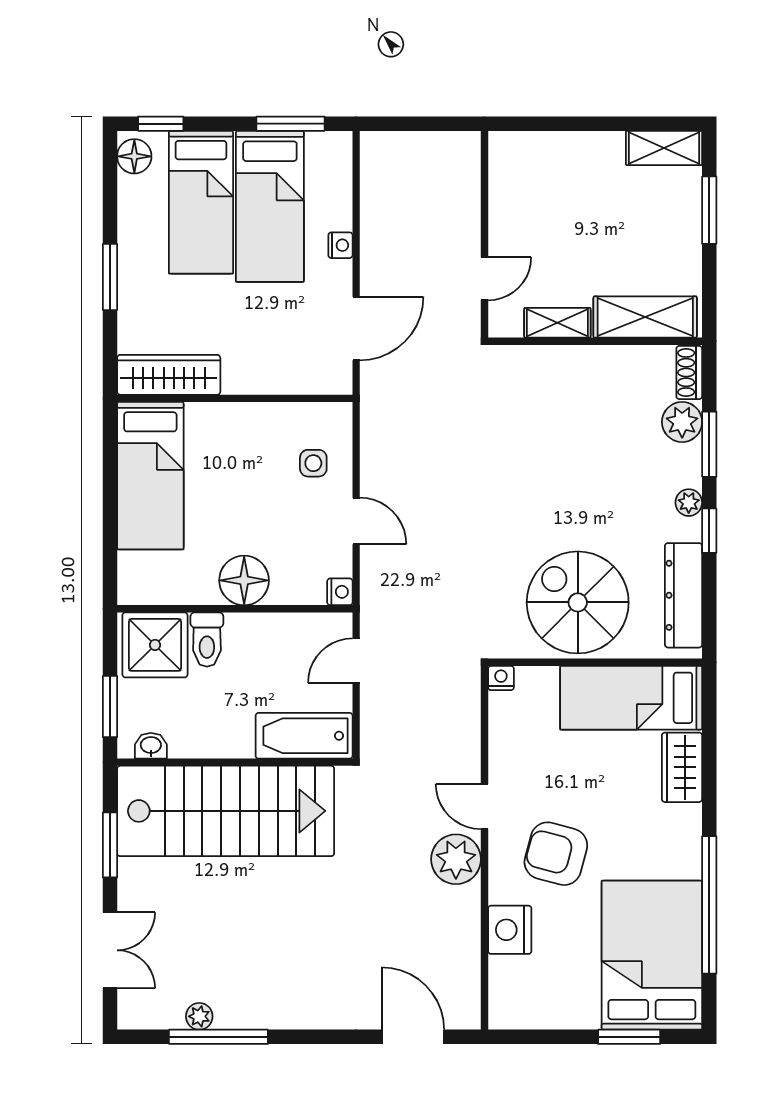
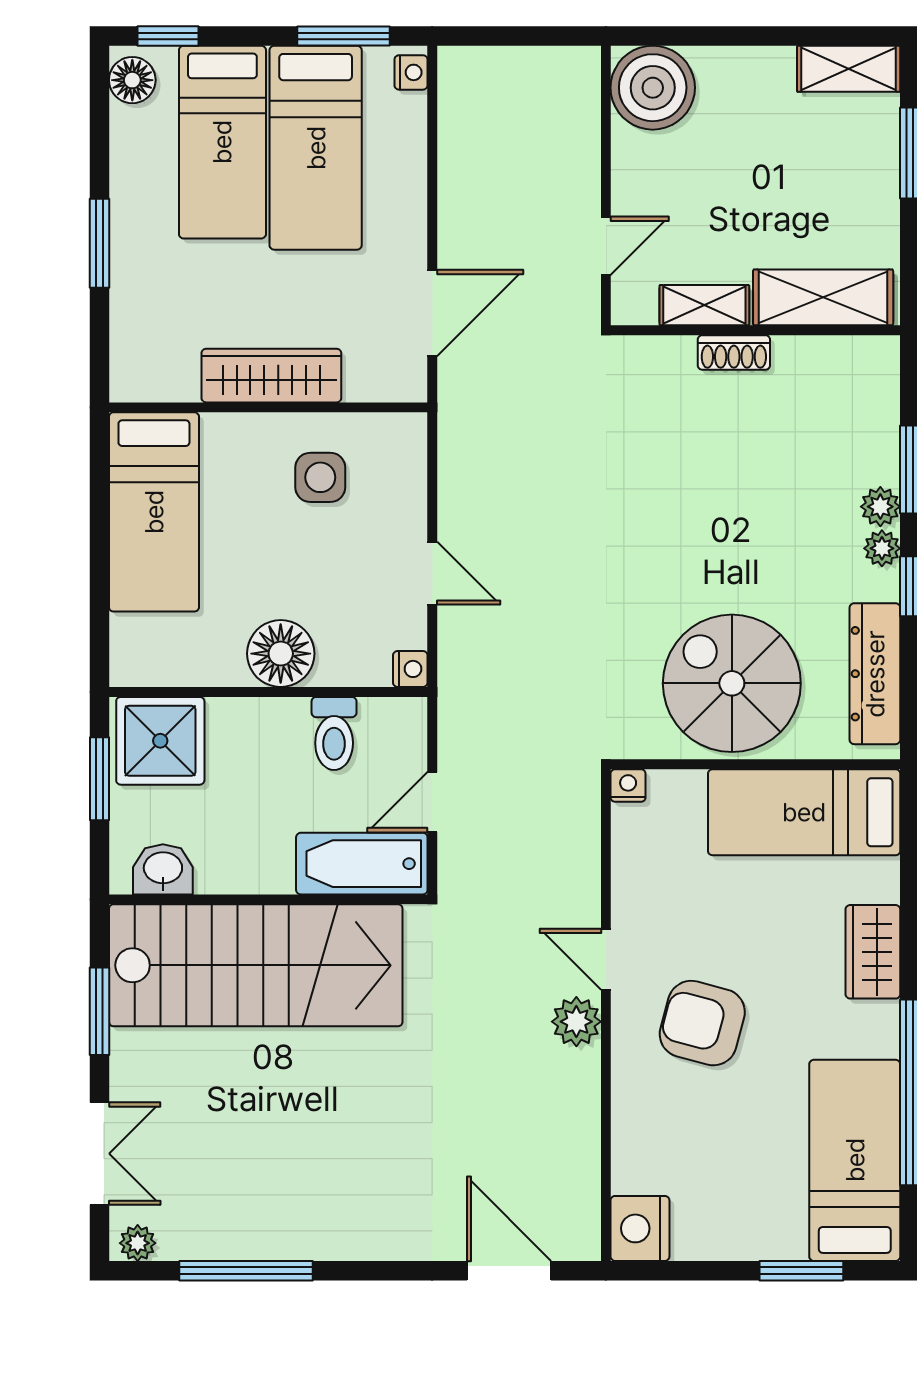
boiler: (519, 162) -> (653, 88), added
nightstand: (340, 245) -> (411, 72), moved
shoe rack: (689, 373) -> (734, 352), moved, turned -90
wardrobe: (169, 375) -> (271, 376), moved
plant: (682, 422) -> (880, 507), moved, width x0.73, depth x0.73
side table: (313, 463) -> (320, 477), moved, width x1.37, depth x1.37
toilet: (207, 640) -> (334, 733), moved
door: (356, 661) -> (432, 802), moved
window: (110, 707) -> (99, 779), moved
washbasin: (151, 746) -> (163, 869), width x1.38, depth x1.45
wardrobe: (682, 767) -> (873, 952), moved
plant: (456, 859) -> (576, 1022), width x0.73, depth x0.73
nightstand: (510, 930) -> (640, 1228), moved
bed: (652, 955) -> (855, 1160), width x0.67
plant: (199, 1016) -> (138, 1243), moved

